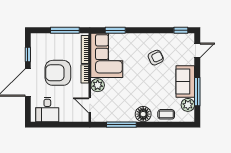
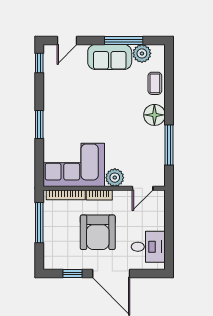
window: (115, 30) -> (39, 125), moved
door: (197, 50) -> (67, 40), swing flipped
armchair: (156, 58) -> (77, 98), removed

